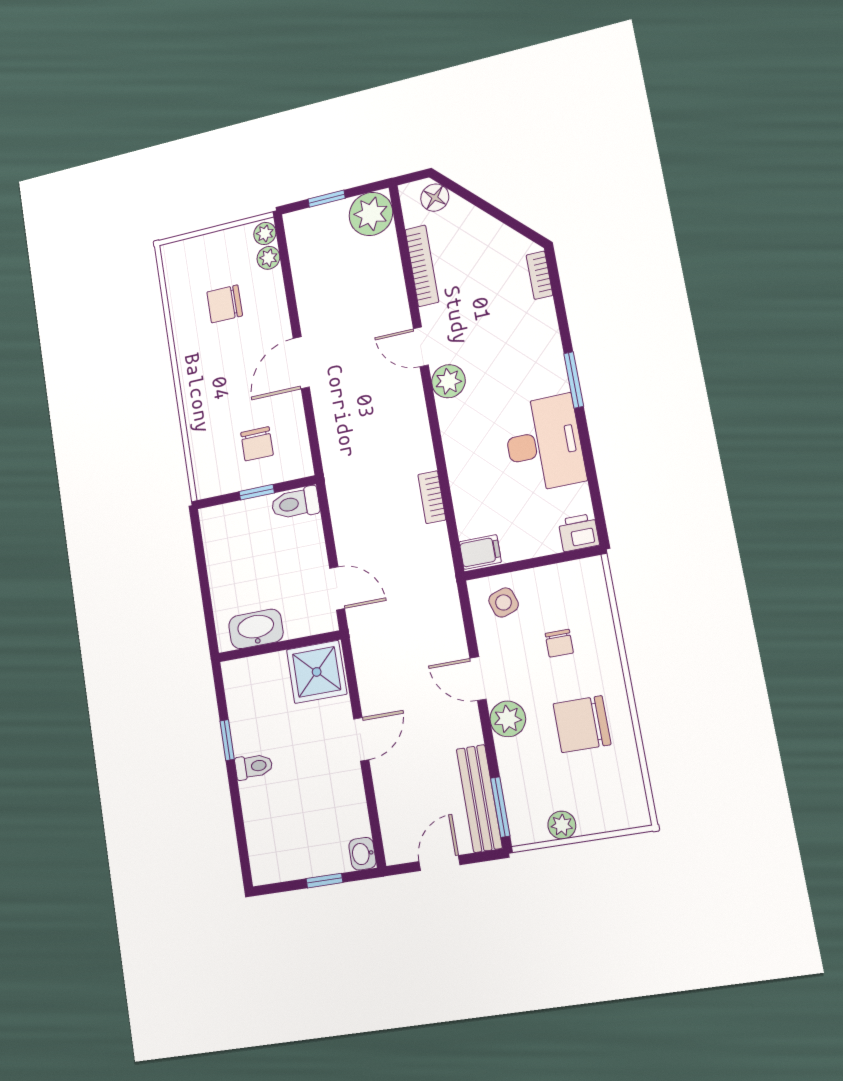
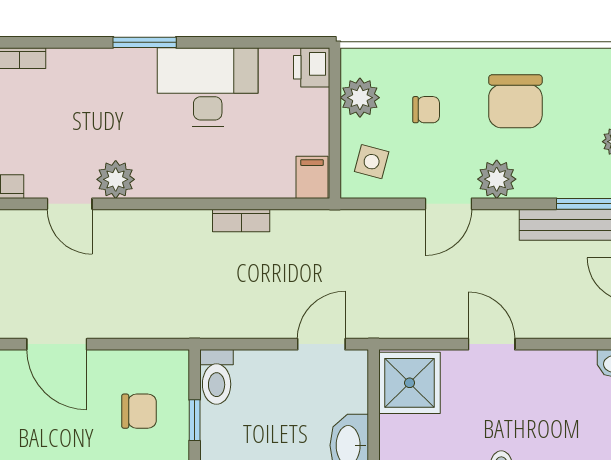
door: (421, 347) -> (70, 204), hinge flipped
plant: (559, 581) -> (360, 98), added
side table: (504, 602) -> (372, 162), turned 33

